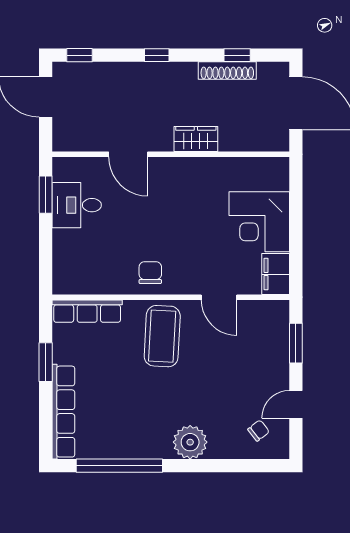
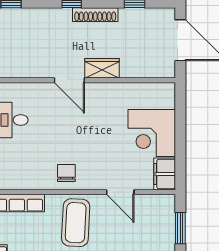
shoe rack: (227, 71) -> (95, 15), moved
door: (128, 154) -> (69, 80), moved

